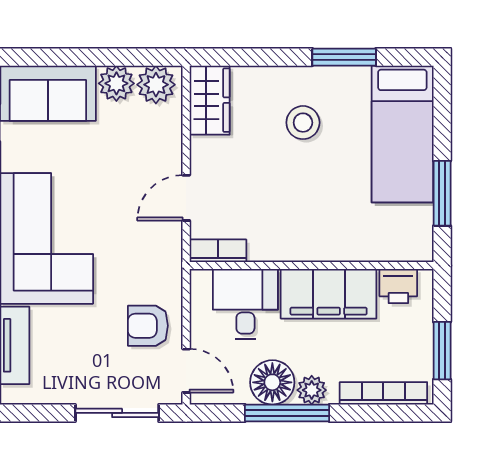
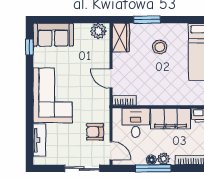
window: (344, 57) -> (147, 20), moved
plant: (116, 83) -> (82, 31), removed
door: (186, 198) -> (111, 78), hinge flipped
floor lamp: (272, 382) -> (151, 160), width x0.53, depth x0.53

